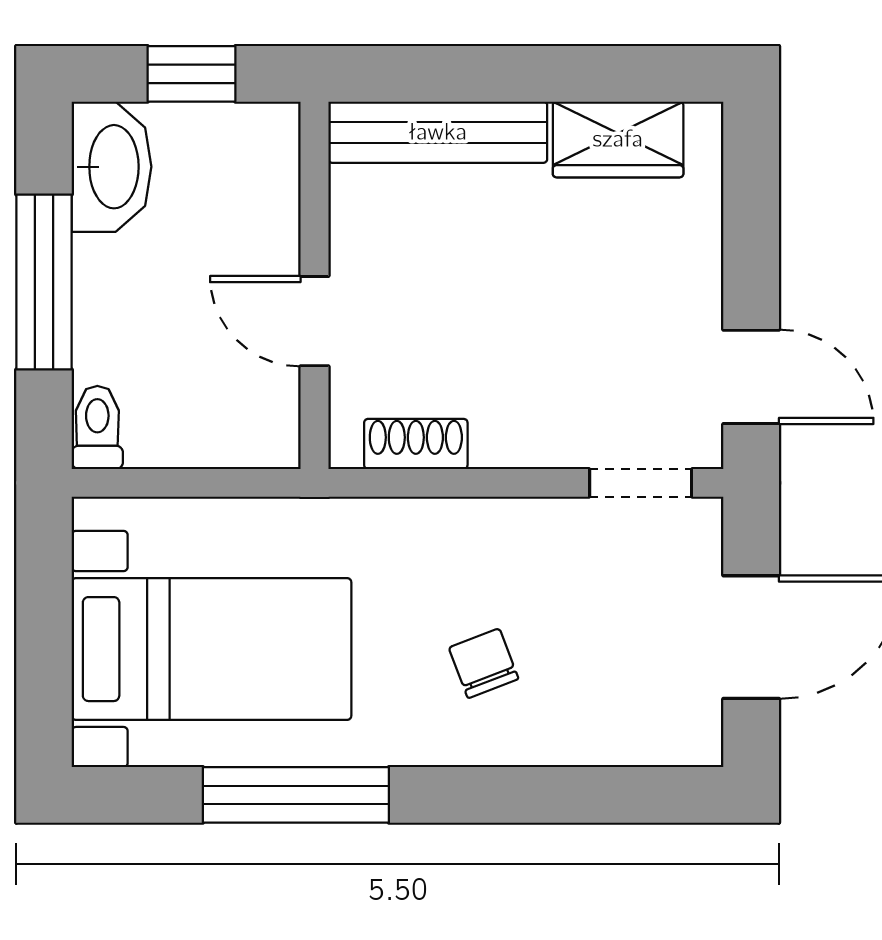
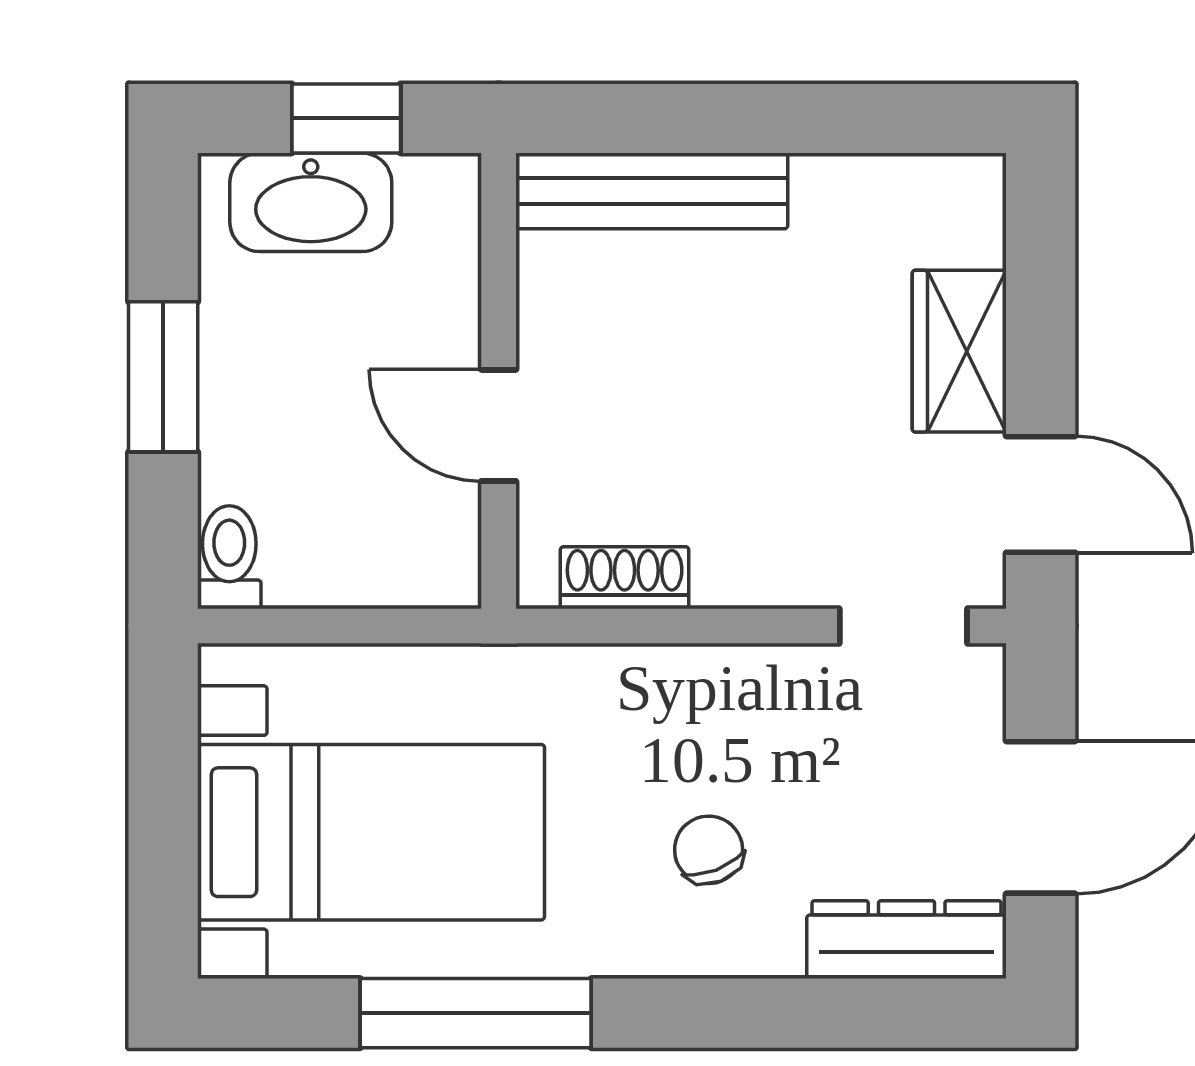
wardrobe: (618, 139) -> (959, 351), moved, turned 90
washbasin: (112, 167) -> (311, 202), moved, turned 90
window: (44, 282) -> (163, 377), width x0.69
dresser: (643, 736) -> (907, 940), added

